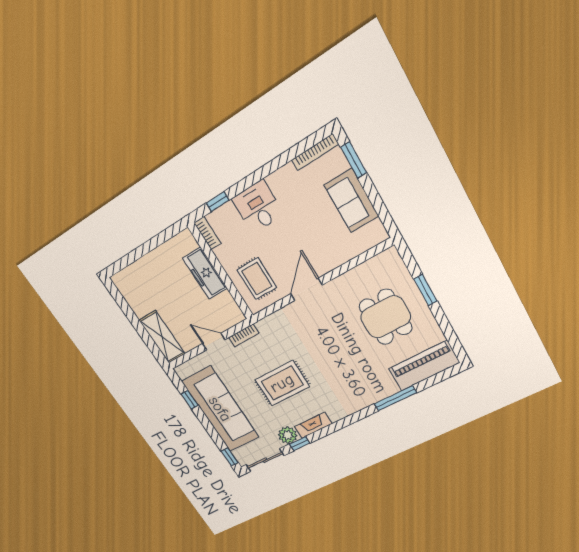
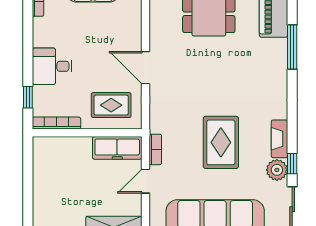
bookcase: (207, 233) -> (57, 123), width x1.56
freezer: (205, 273) -> (117, 148), moved

